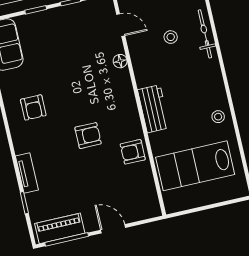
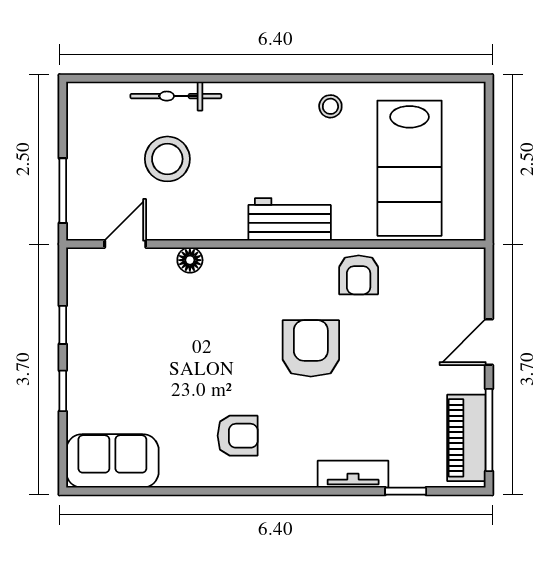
stool: (171, 37) -> (167, 159), width x1.89, depth x1.89
armchair: (88, 136) -> (311, 348), width x1.38, depth x1.38

